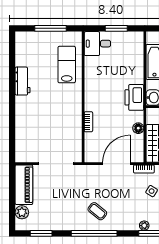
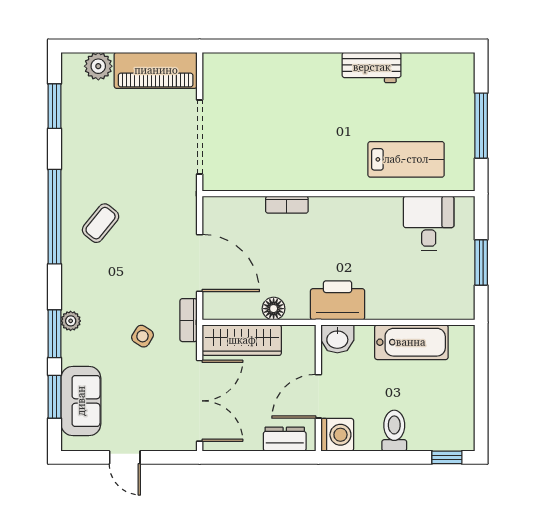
desk: (97, 44) -> (429, 223), moved

